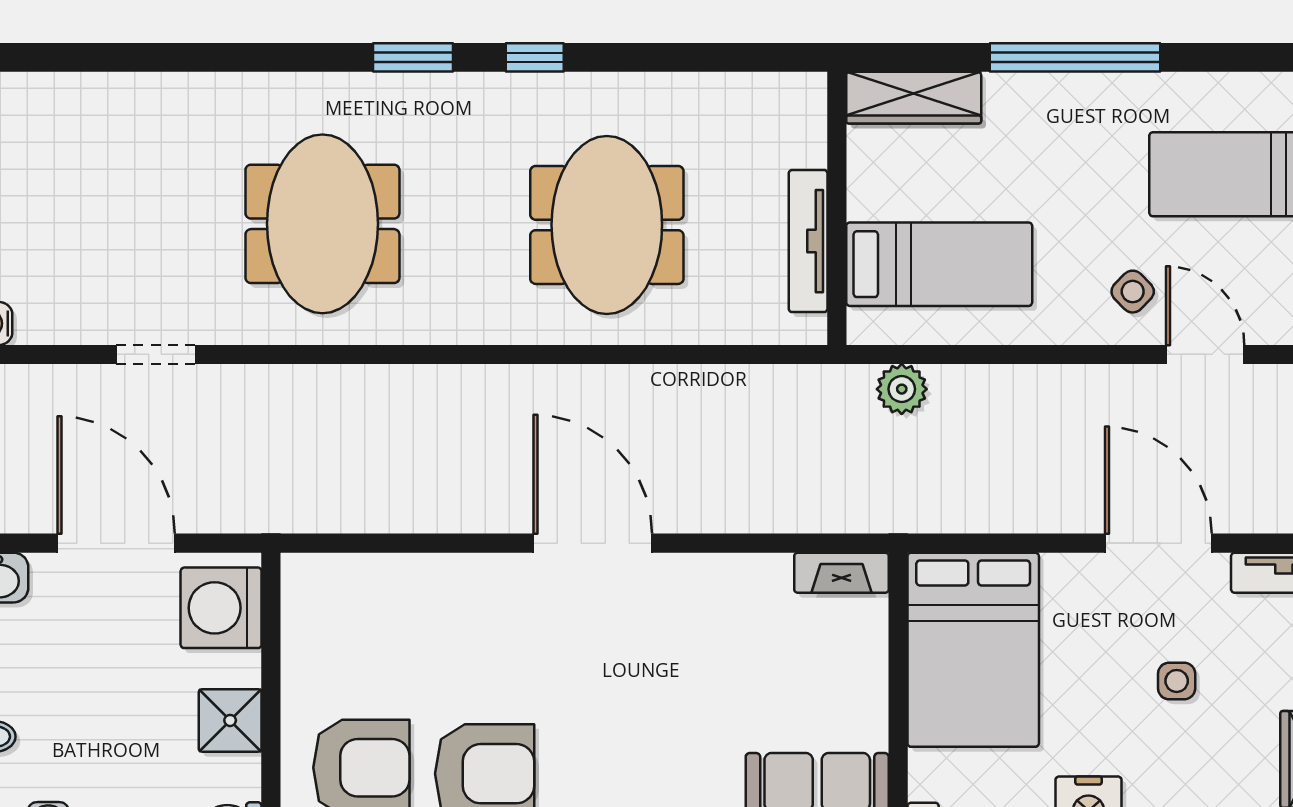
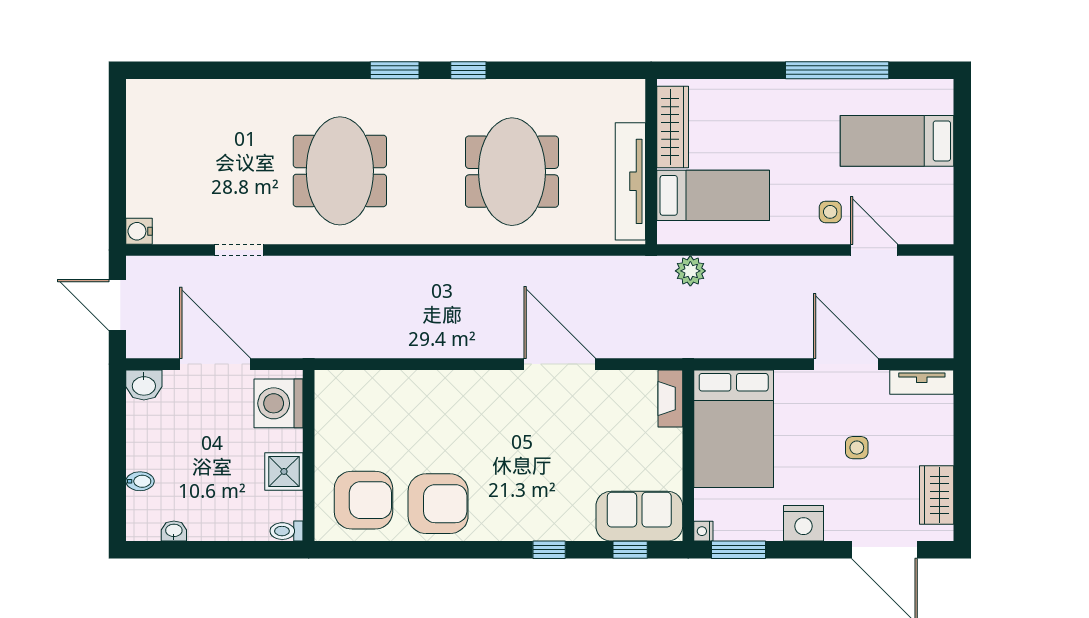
window: (1075, 57) -> (837, 70), moved
wardrobe: (914, 98) -> (673, 127), moved, turned -90
tv unit: (808, 241) -> (630, 181), width x1.36, depth x1.29
side table: (1133, 292) -> (830, 212), turned 45
door: (593, 543) -> (560, 364), moved
fireplace: (841, 573) -> (670, 398), moved, turned 90

